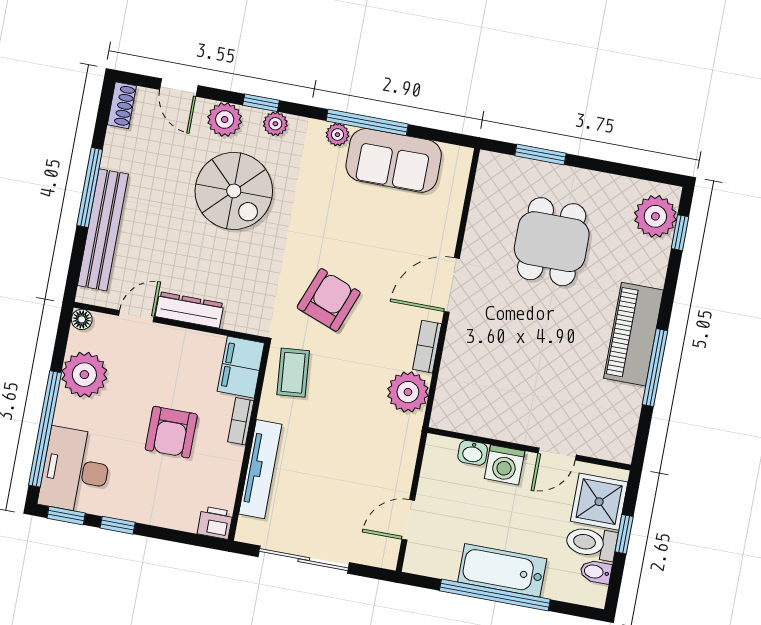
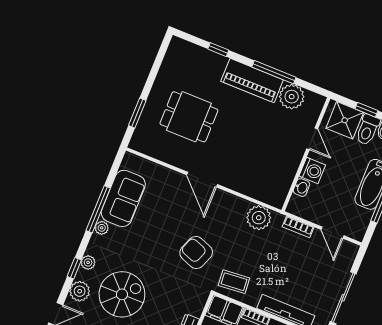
plant: (655, 216) -> (292, 97), moved
window: (680, 233) -> (218, 50), moved
bookcase: (427, 347) -> (298, 227), moved

